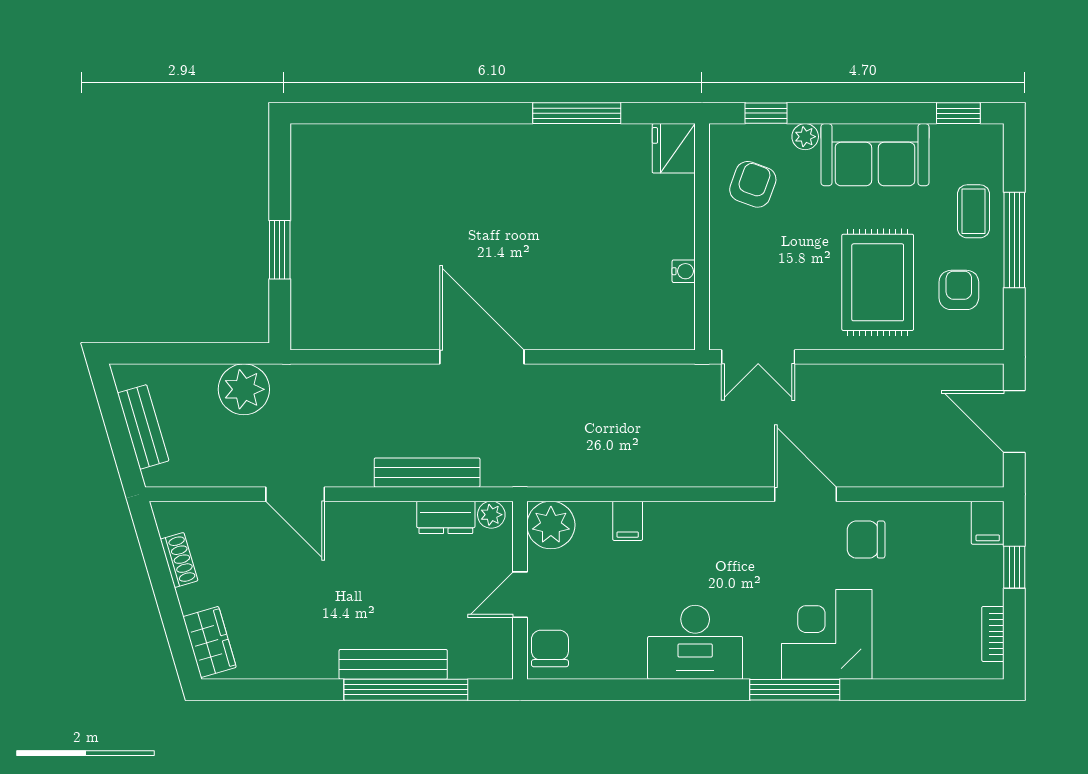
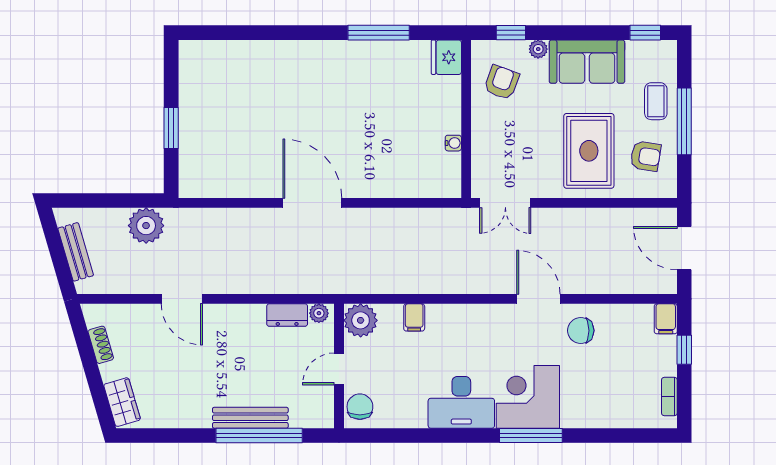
armchair: (959, 290) -> (646, 156), turned 99
bench: (427, 473) -> (274, 284), removed
corner desk: (827, 634) -> (528, 397), moved

